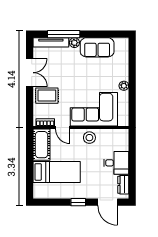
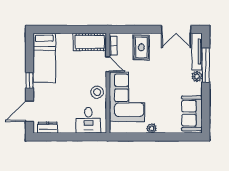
sofa: (97, 47) -> (192, 113), moved
double door: (30, 73) -> (176, 29), moved
door: (63, 127) -> (108, 64), swing flipped
desk: (116, 163) -> (88, 120), moved
bed: (57, 172) -> (44, 58), moved

